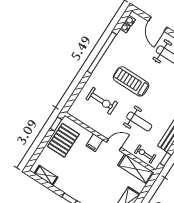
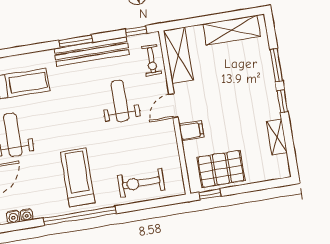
treadmill: (131, 81) -> (78, 177), moved, turned 180
exercise bike: (102, 101) -> (141, 183), moved, turned -90
door: (114, 145) -> (173, 106), hinge flipped
shelving: (46, 175) -> (277, 137), moved

